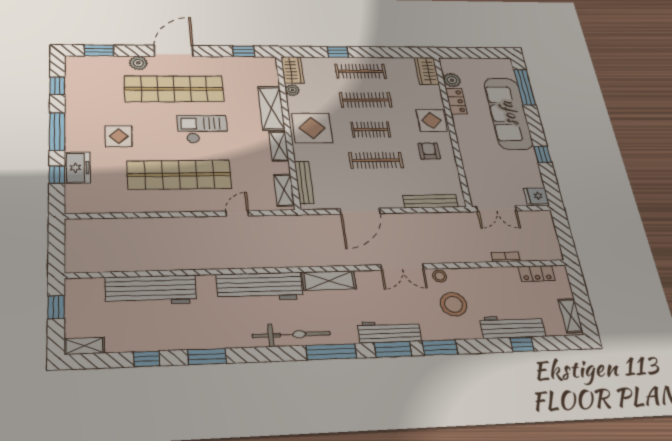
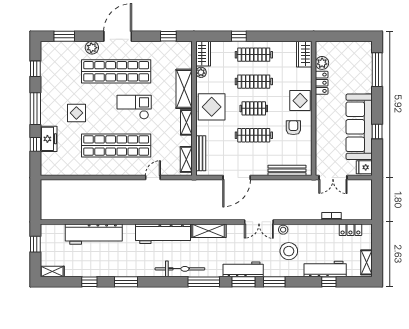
sofa: (508, 113) -> (359, 127), moved

